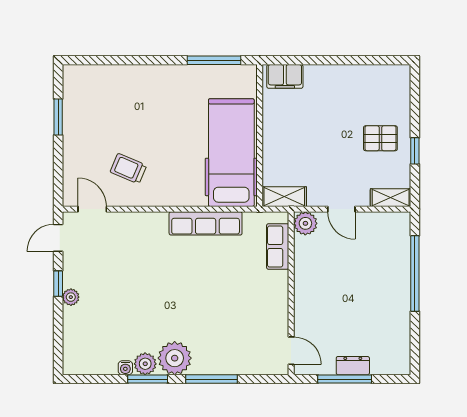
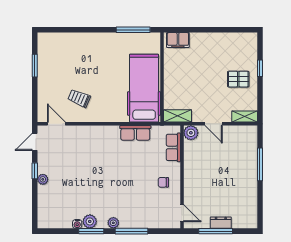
window: (415, 151) -> (260, 68), moved
row of seats: (206, 223) -> (135, 133), width x0.68
window: (415, 274) -> (260, 164), width x0.68
chair: (262, 302) -> (163, 182), added
plant: (175, 358) -> (113, 223), width x0.53, depth x0.53

